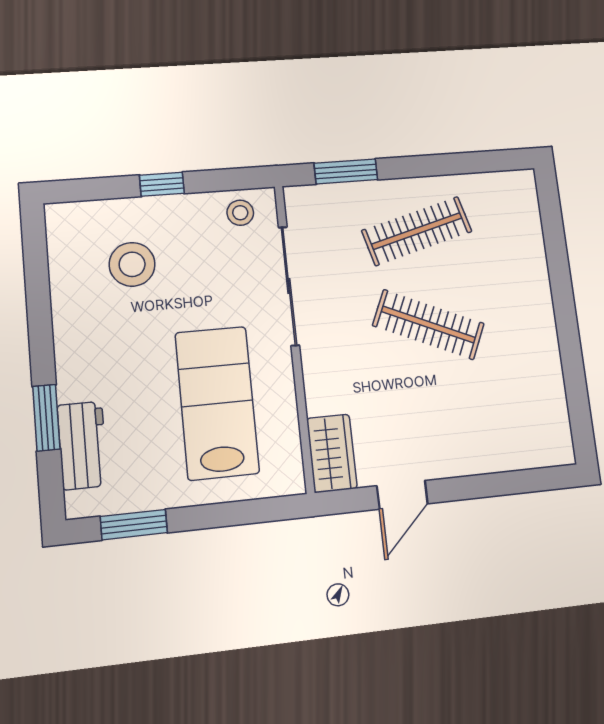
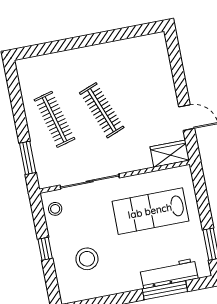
clothes rail: (428, 325) -> (102, 110), turned -45
window: (46, 418) -> (165, 290), width x1.44
workbench: (82, 445) -> (169, 274), width x1.37

